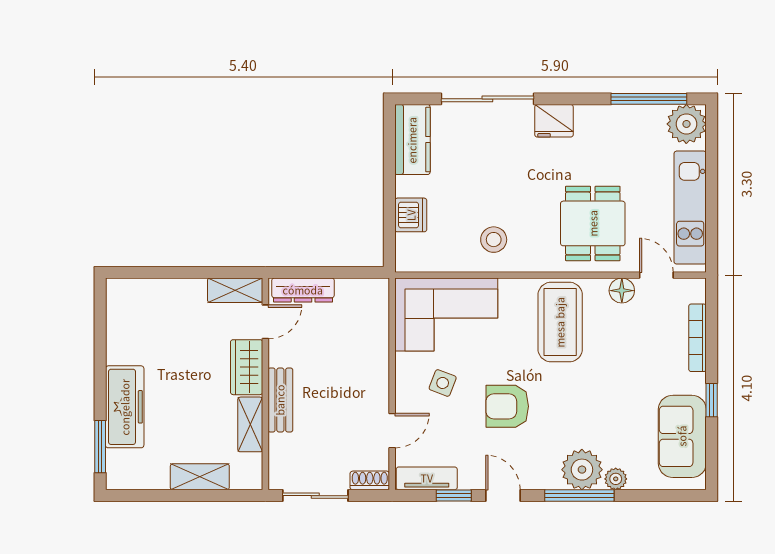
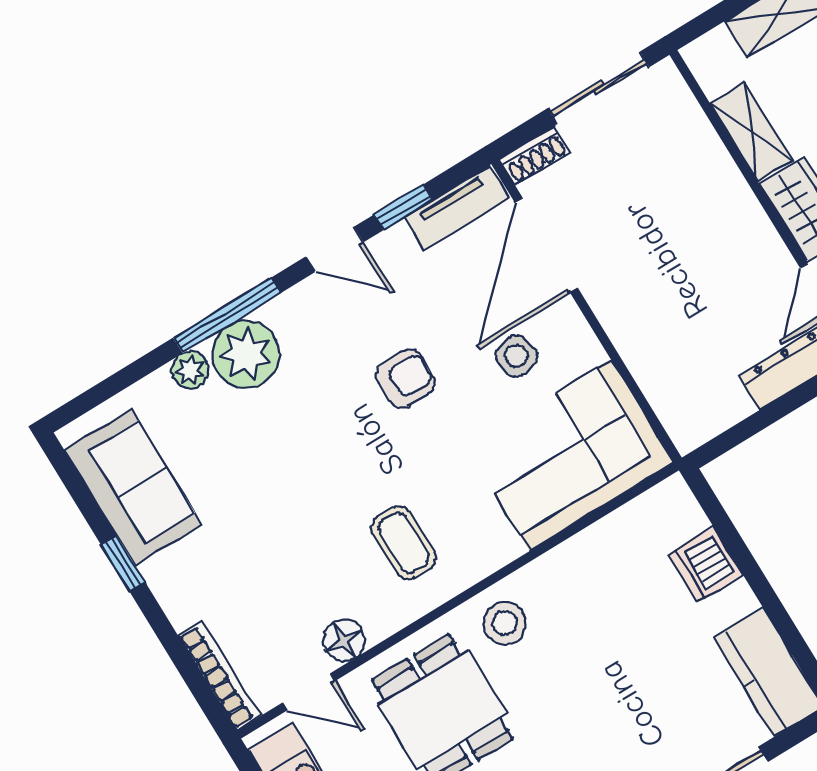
stool: (494, 240) -> (505, 623), moved
coffee table: (560, 322) -> (404, 543), width x0.54, depth x0.58
bookcase: (697, 338) -> (219, 676), moved
side table: (443, 383) -> (516, 356), turned -35
bench: (280, 400) -> (730, 192), removed
armchair: (507, 406) -> (405, 379), width x0.72, depth x0.72
door: (392, 431) -> (546, 245), width x1.87

